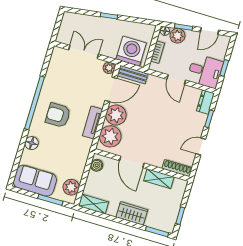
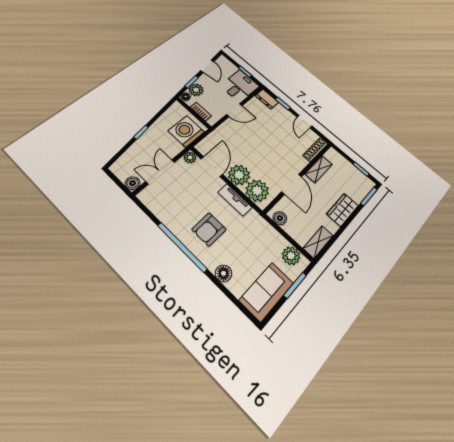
boiler: (63, 37) -> (133, 183), added
bench: (133, 75) -> (209, 141), removed
door: (132, 162) -> (292, 184), hinge flipped

